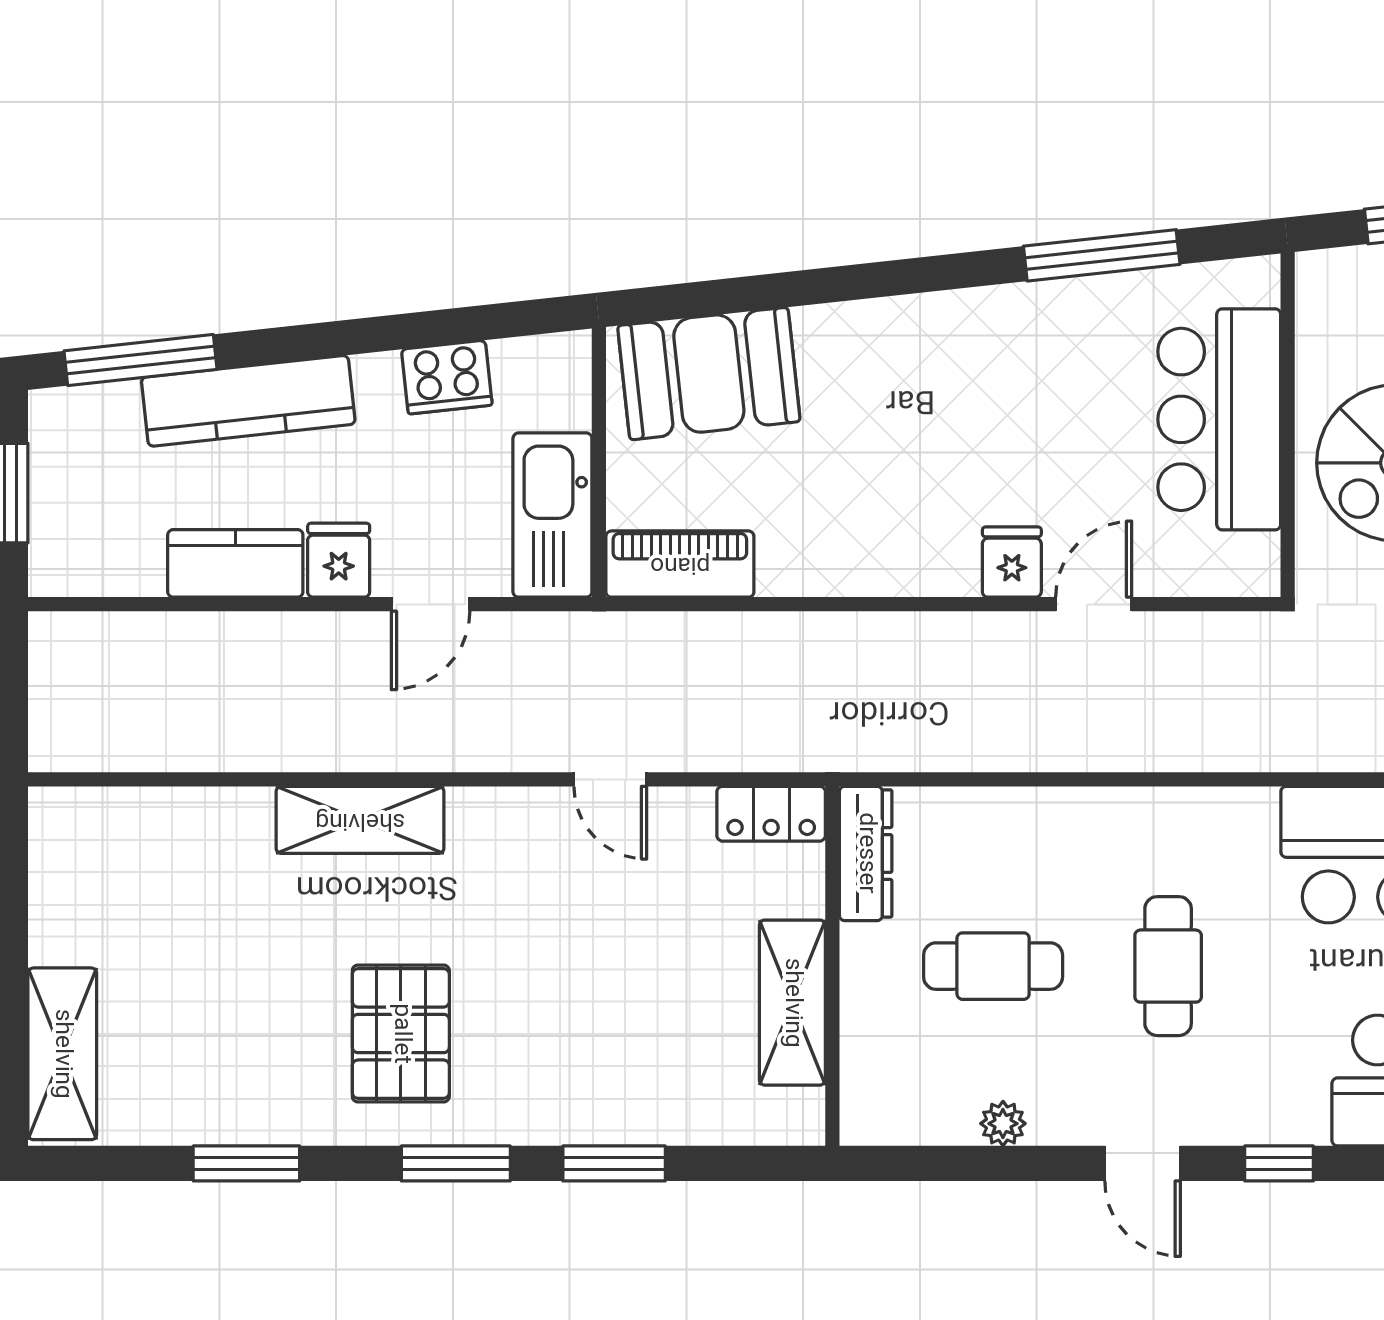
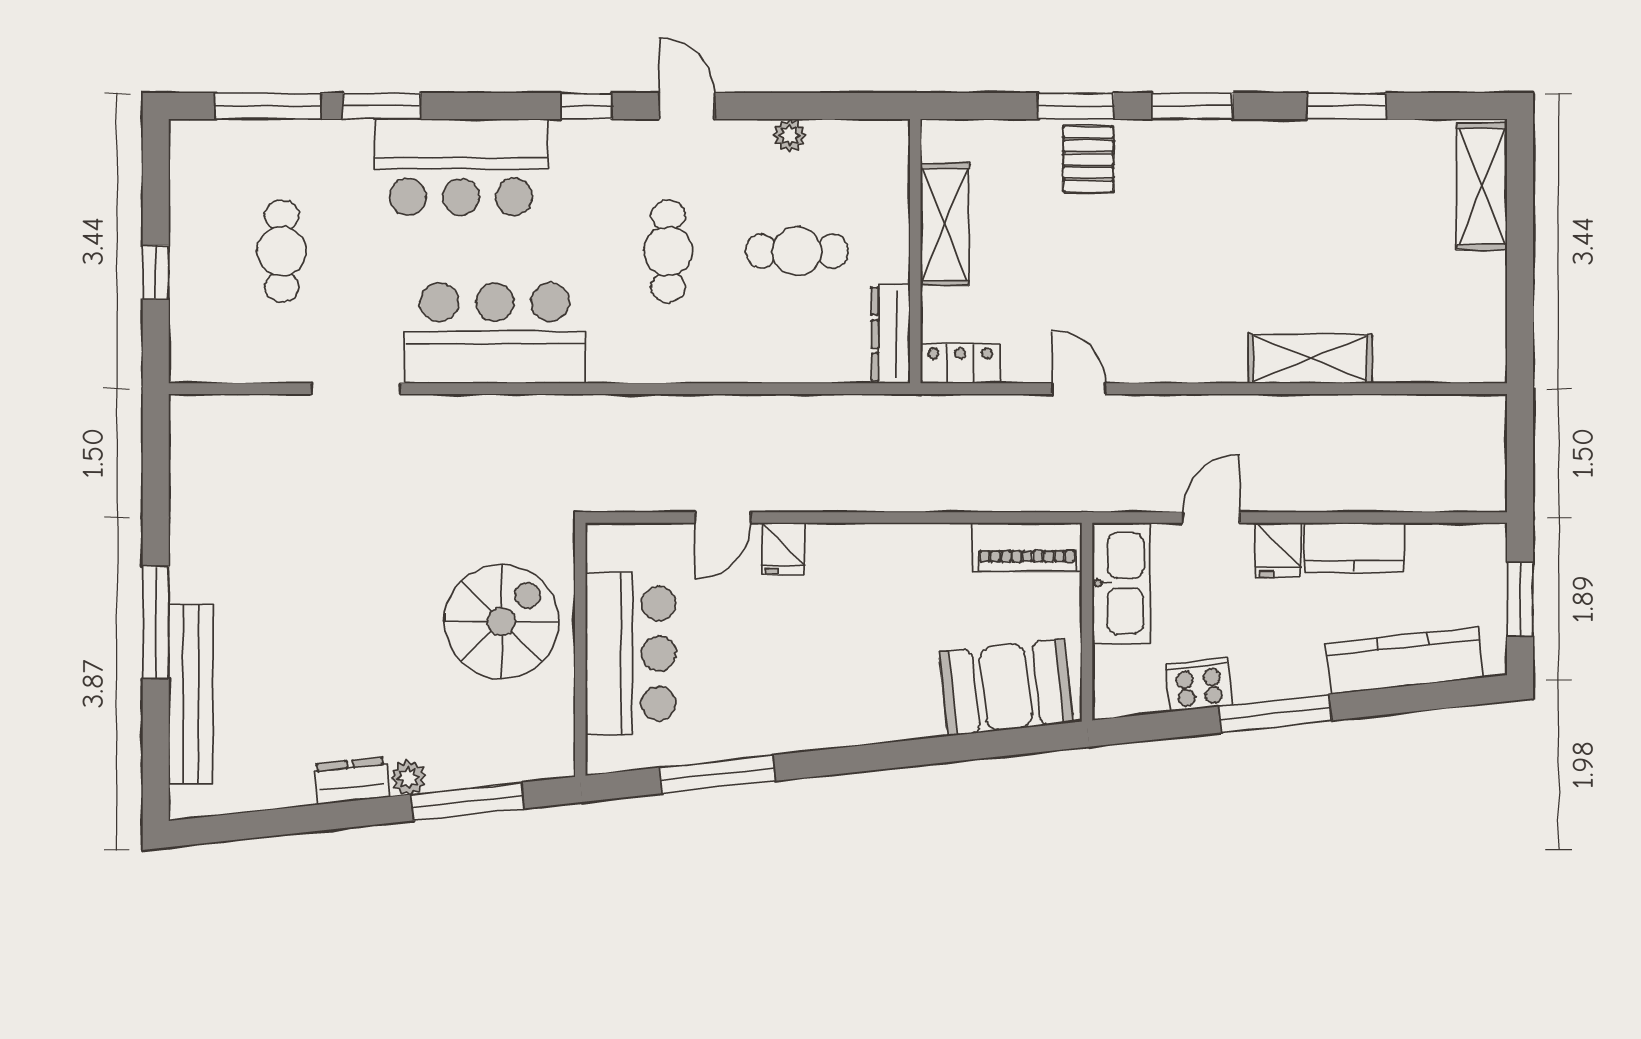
window: (141, 360) -> (1275, 713), moved
kitchen counter: (248, 401) -> (1405, 661), moved
shelving: (360, 820) -> (1310, 359), moved
pallet: (401, 1034) -> (1088, 159), moved, width x0.67, depth x0.71

